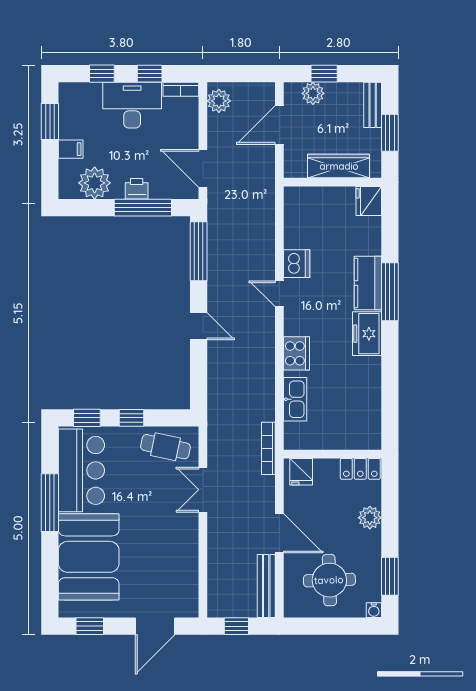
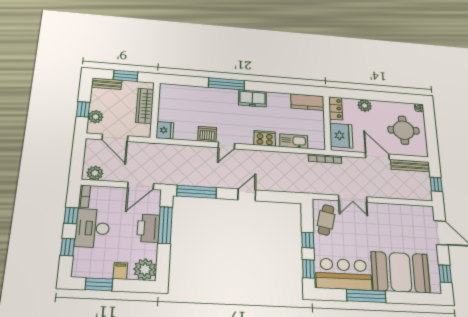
plant: (95, 183) -> (145, 269), moved
printer: (137, 189) -> (148, 228), width x1.87, depth x1.48
fridge: (369, 201) -> (165, 130), moved, turned -90
kitchen counter: (368, 283) -> (307, 102), moved
fridge: (301, 472) -> (341, 136), width x1.88, depth x1.34
door: (279, 533) -> (377, 156), hinge flipped
window: (390, 576) -> (399, 98), removed

